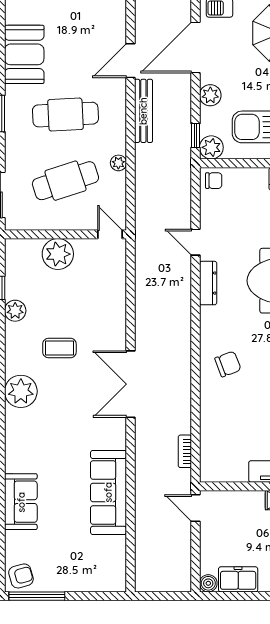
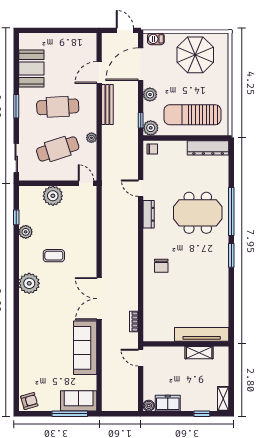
chair: (228, 364) -> (161, 266), turned 111
double door: (130, 384) -> (99, 299), moved
sofa: (21, 502) -> (79, 401), moved, turned -90
window: (37, 596) -> (70, 414), moved

